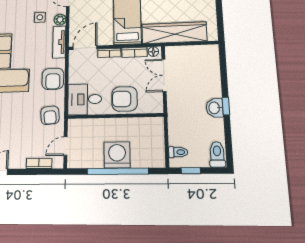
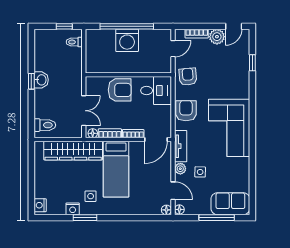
toilet: (217, 154) -> (45, 125), moved, turned -90
plant: (17, 160) -> (217, 37), added

